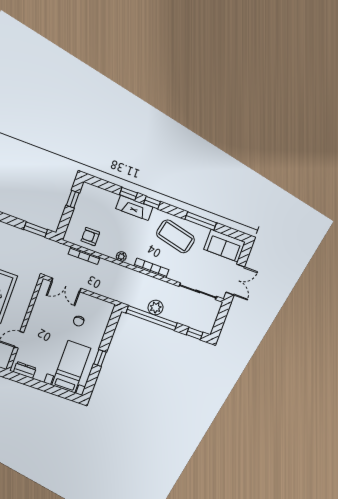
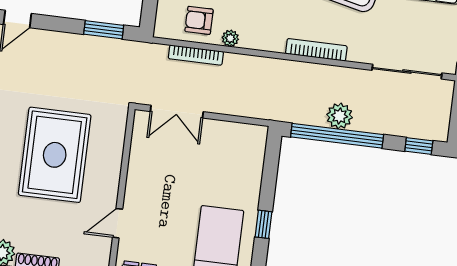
plant: (121, 256) -> (230, 38), moved
chair: (79, 321) -> (212, 169), removed

